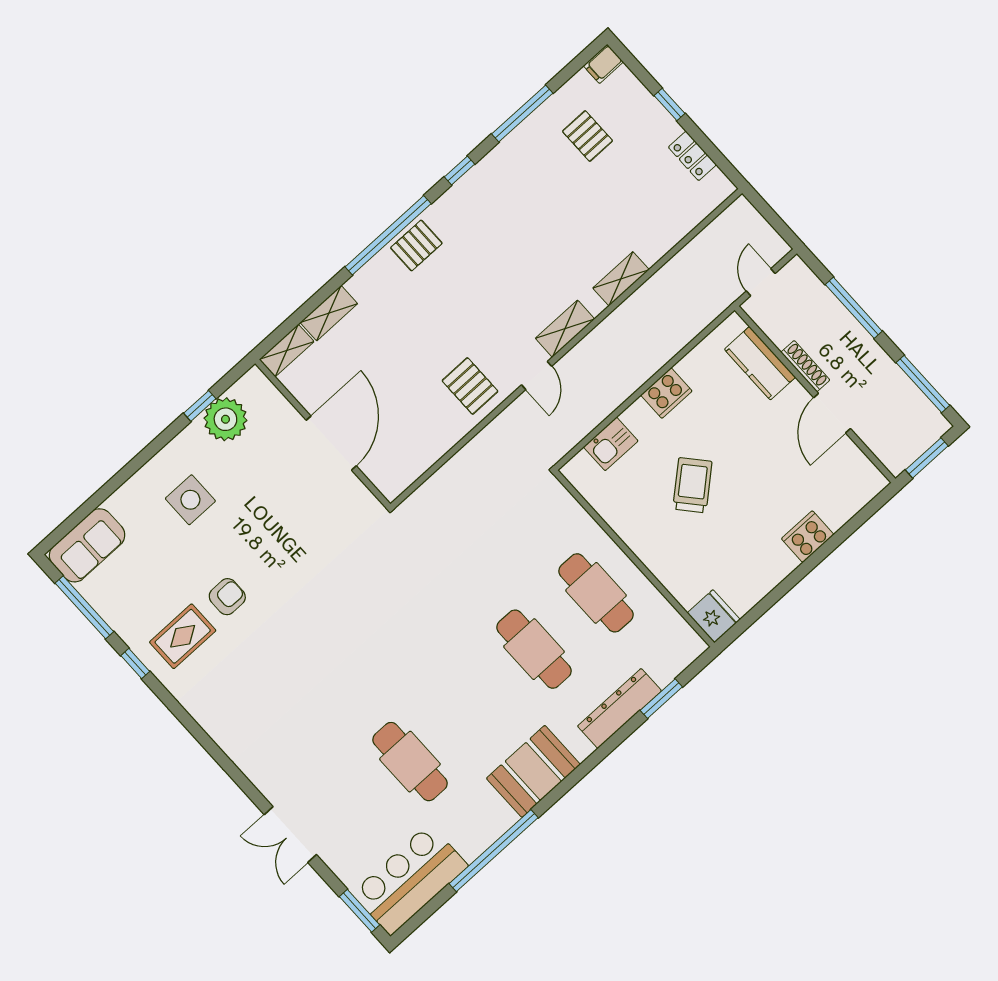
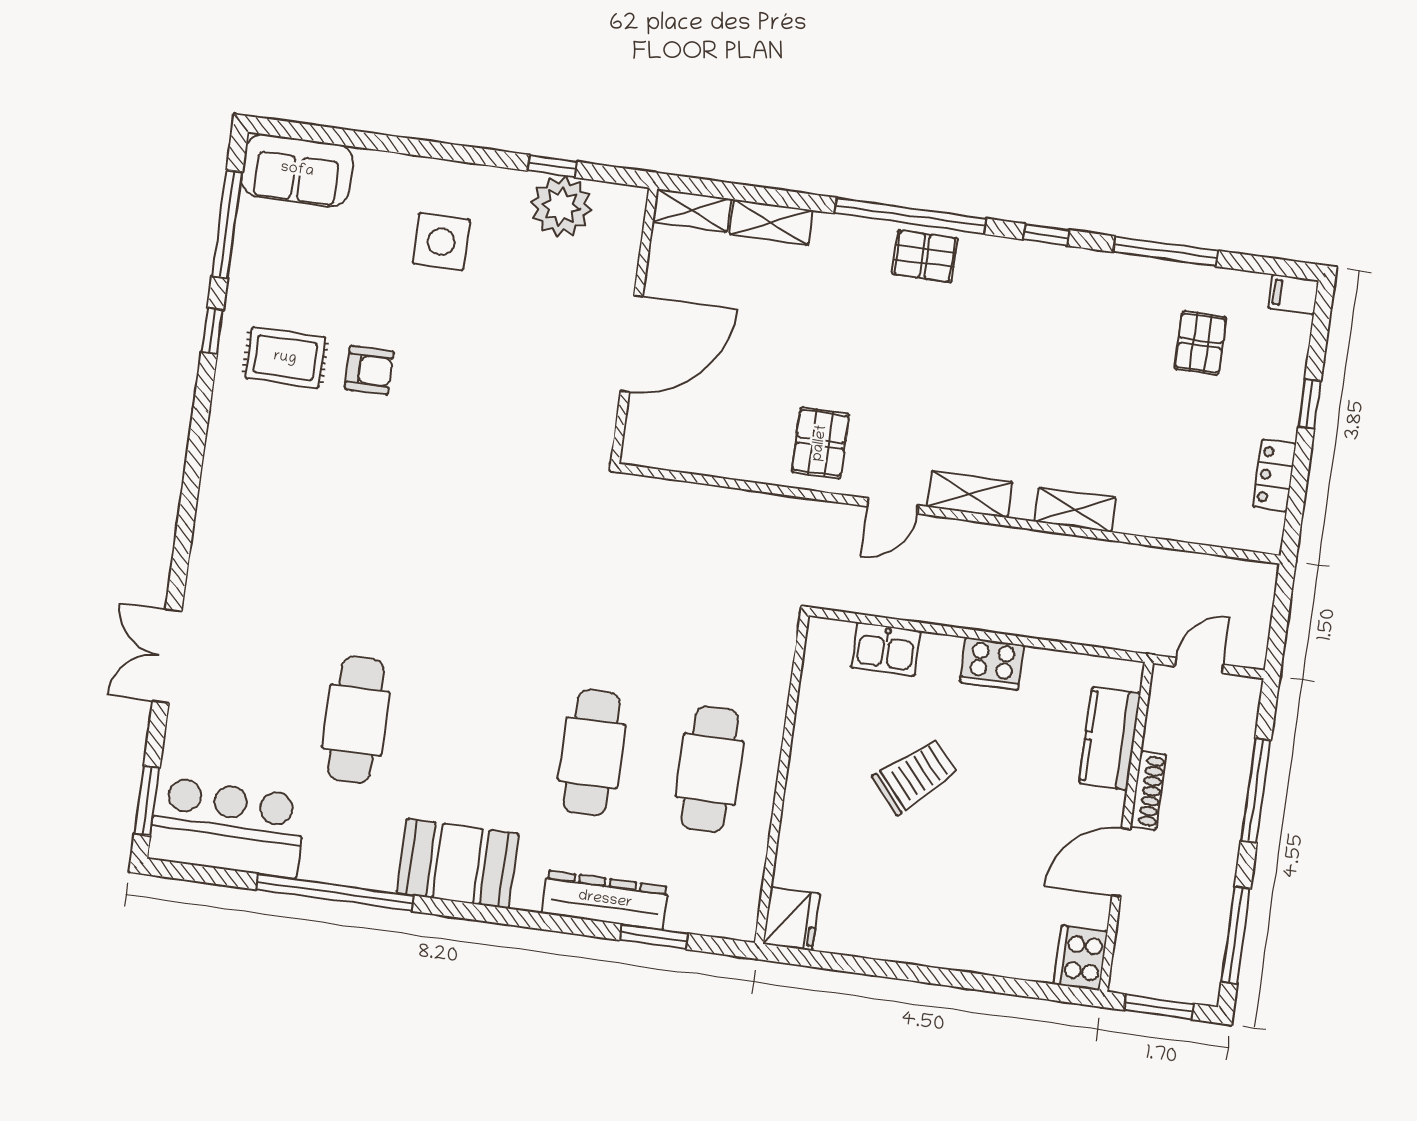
cooker: (808, 537) -> (1081, 958), moved, turned -90

